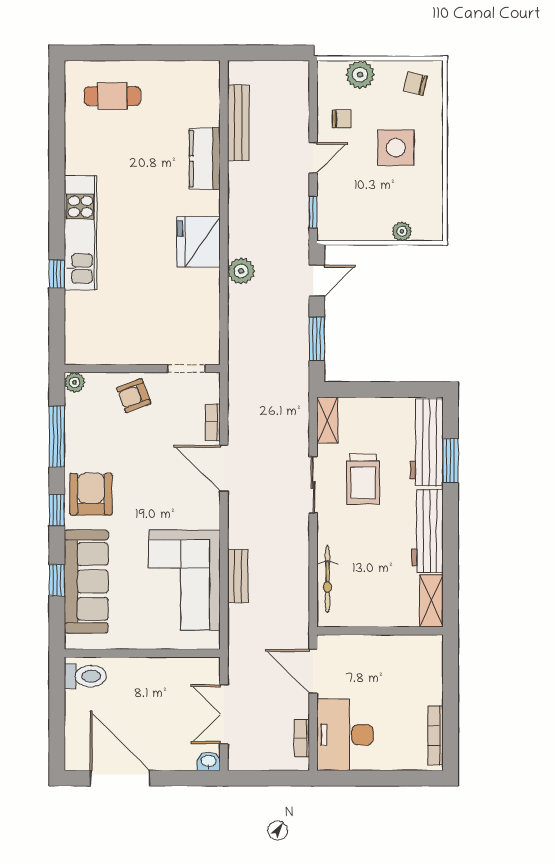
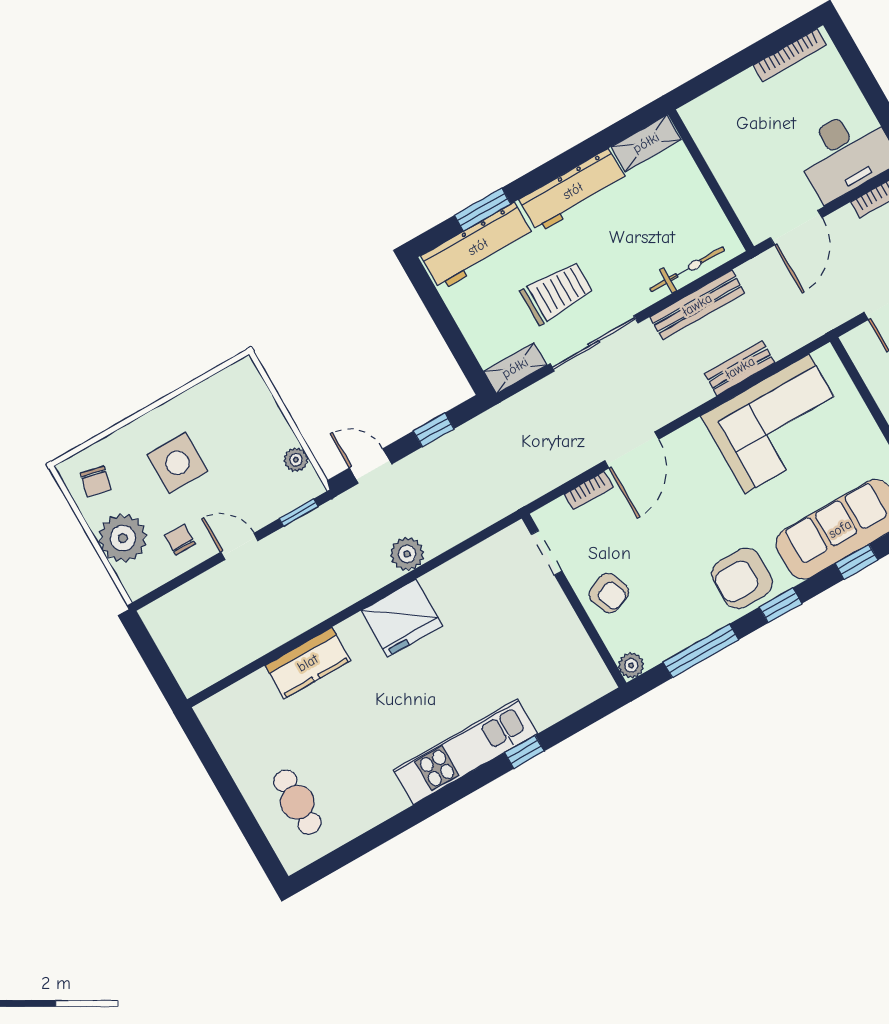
plant: (360, 75) -> (123, 538), width x1.36, depth x1.36
bench: (238, 123) -> (697, 305), moved
plant: (402, 231) -> (296, 460), moved
window: (317, 339) -> (434, 430), width x0.67
sliding door: (313, 485) -> (594, 343), width x1.37

